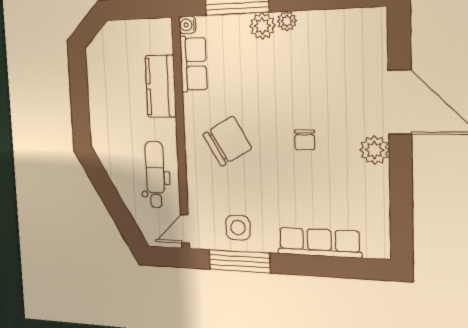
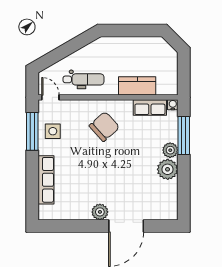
plant: (287, 21) -> (168, 169), width x1.88, depth x1.88
chair: (305, 140) -> (105, 173), removed
chair: (227, 141) -> (104, 127), turned -102

